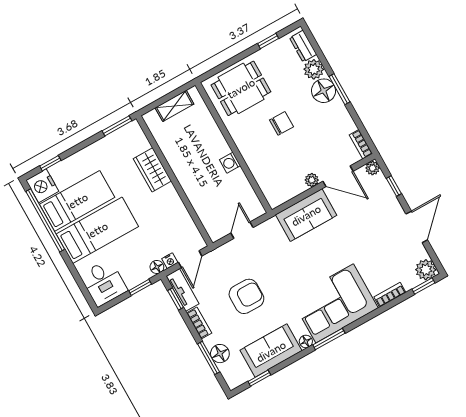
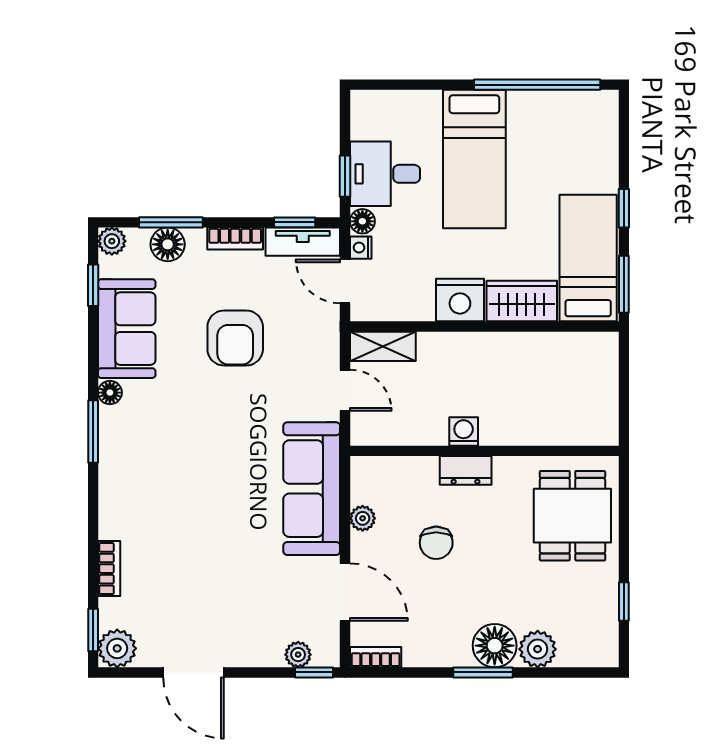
dresser: (303, 46) -> (466, 470), moved, turned 180
shelving: (174, 106) -> (383, 346), moved, turned 90
chair: (281, 123) -> (436, 543), moved
window: (50, 163) -> (624, 208), moved
plant: (373, 168) -> (298, 655), moved
door: (338, 176) -> (345, 592), swing flipped
plant: (312, 180) -> (363, 518), moved
nightstand: (42, 186) -> (460, 300), moved, turned 180
window: (394, 186) -> (314, 672), moved
bed: (77, 201) -> (588, 258), moved, turned 180
sofa: (306, 215) -> (312, 489), width x1.36
desk: (104, 283) -> (385, 174), moved
corner sofa: (335, 303) -> (145, 473), removed
plant: (233, 381) -> (112, 241), added

